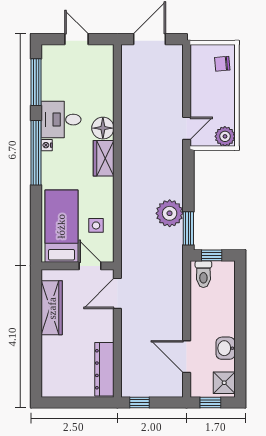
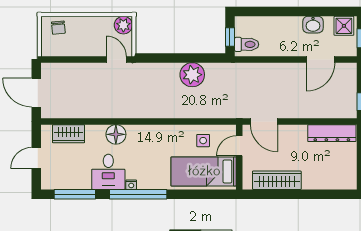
wardrobe: (104, 158) -> (68, 134), moved
window: (188, 228) -> (206, 58), removed

